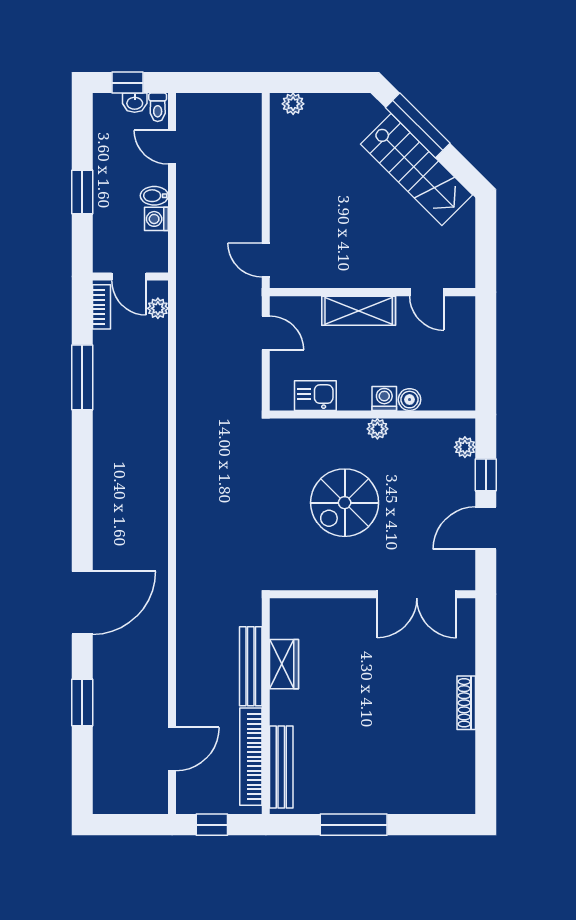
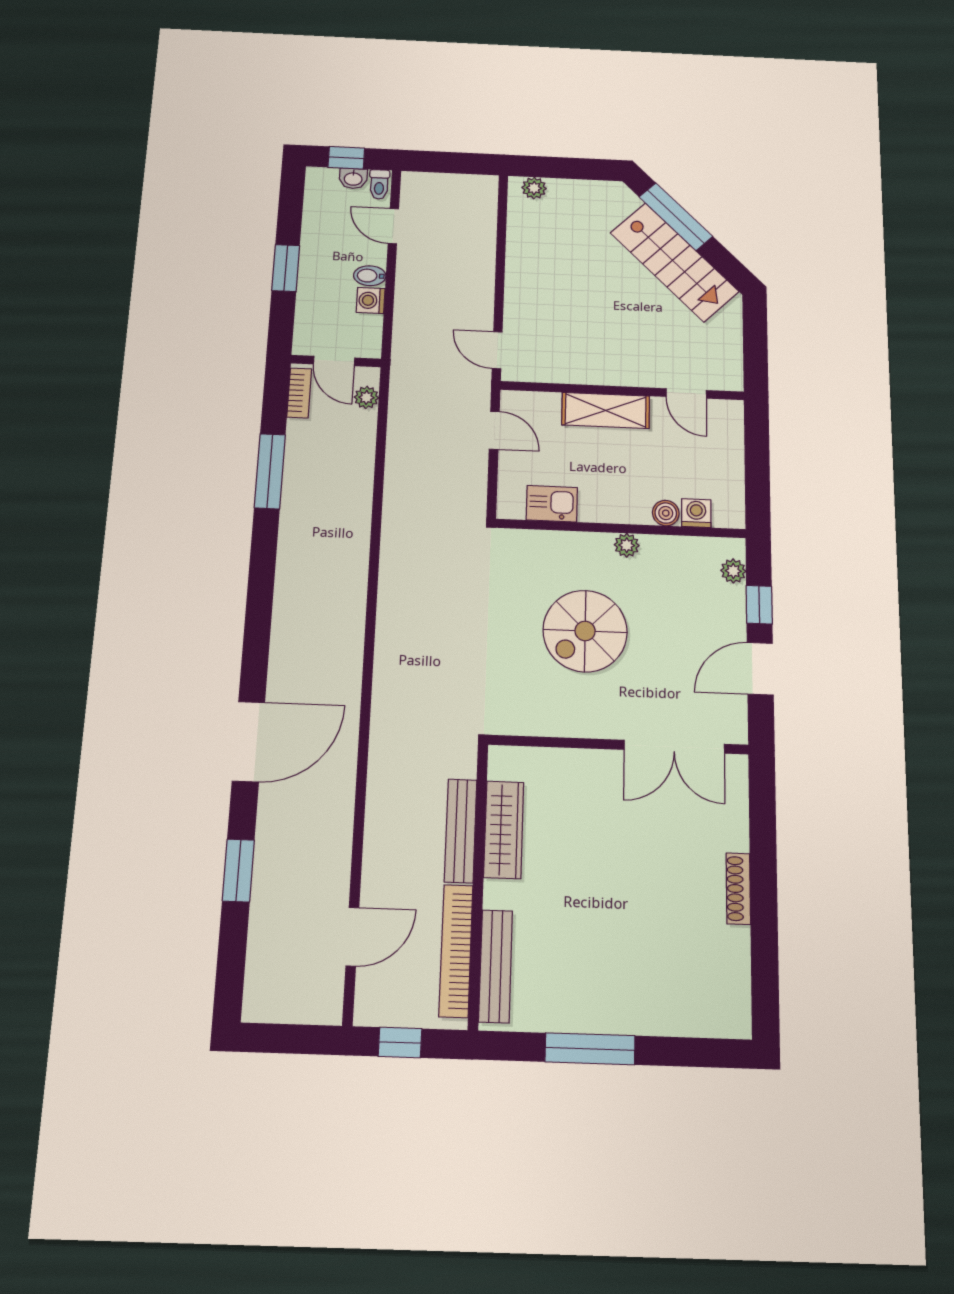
washing machine: (384, 398) -> (696, 513), moved
wardrobe: (284, 664) -> (504, 830), width x1.50

